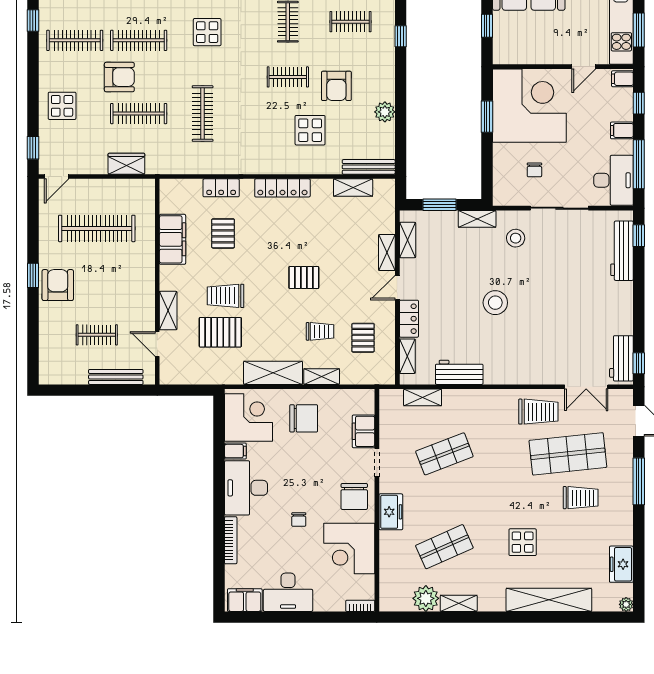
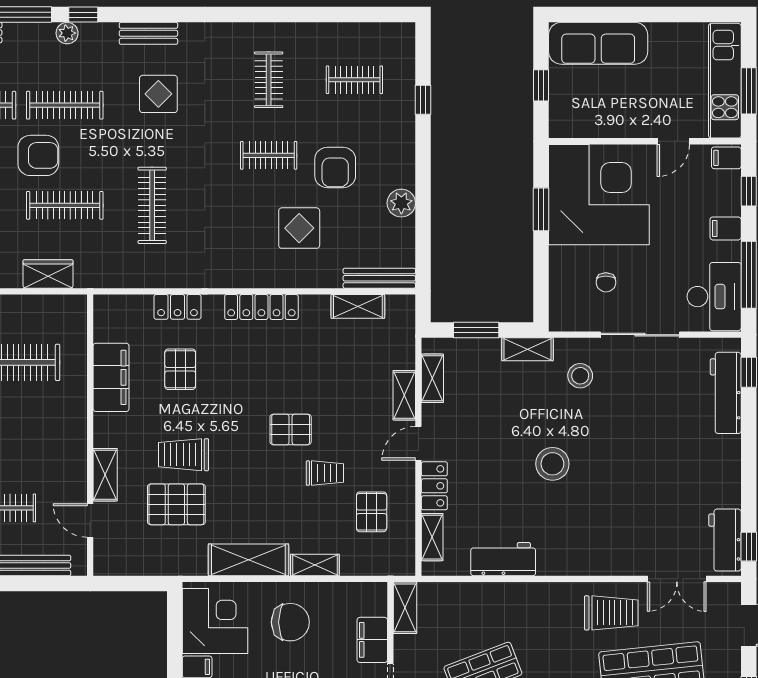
trolley: (320, 331) -> (325, 473), moved
shelving: (423, 397) -> (405, 608), moved, turned 90

